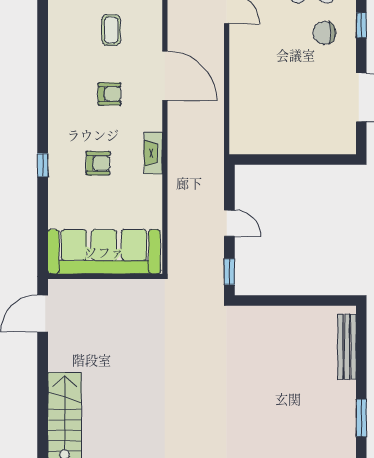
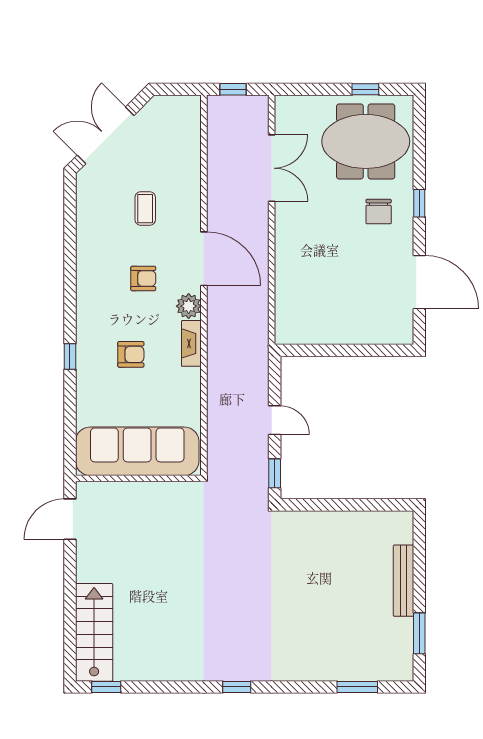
chair: (324, 33) -> (379, 212), turned -90
plant: (151, 119) -> (189, 306), added
bench: (347, 347) -> (403, 581), moved

